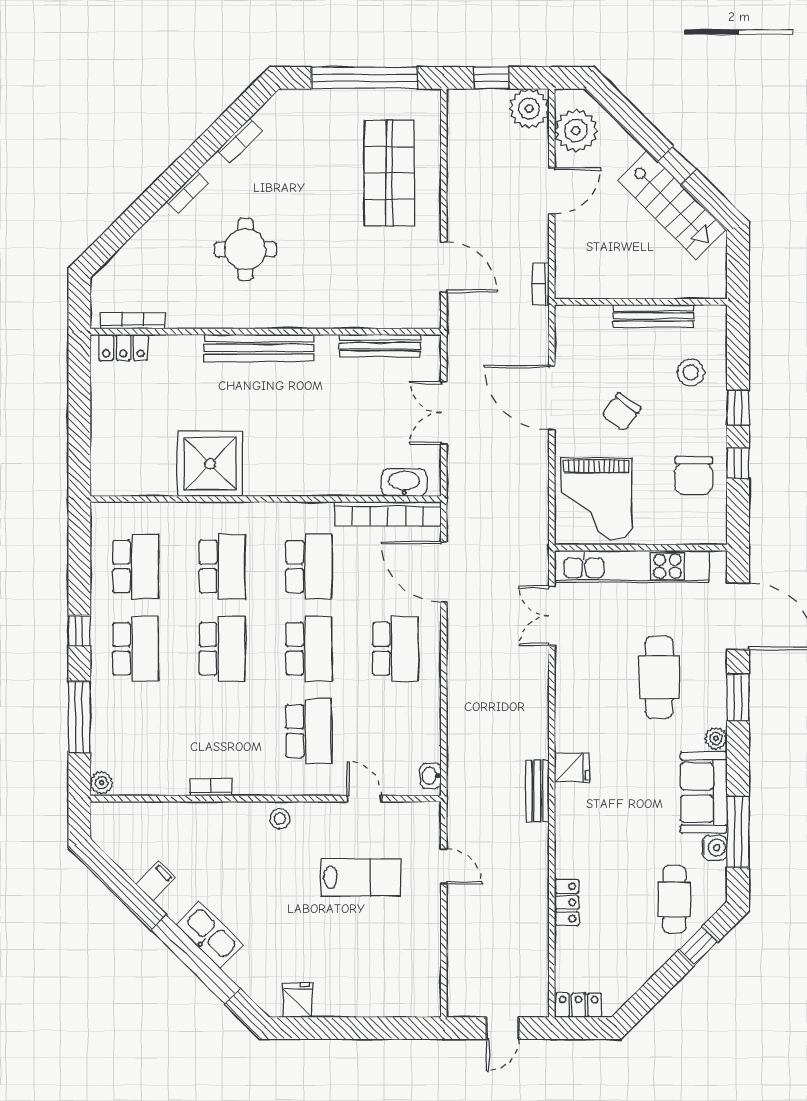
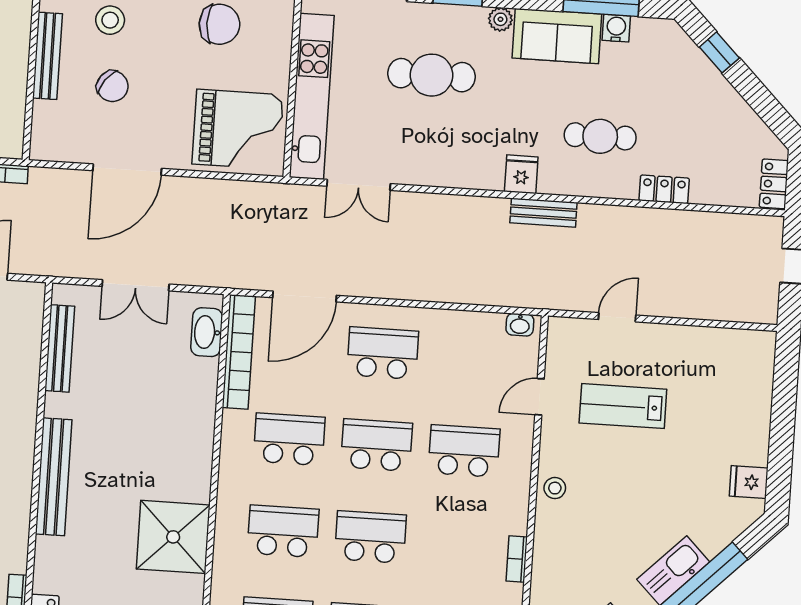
chair: (621, 412) -> (112, 86), moved
lab bench: (361, 877) -> (623, 406), turned -90
cafe table: (674, 899) -> (600, 136), moved

